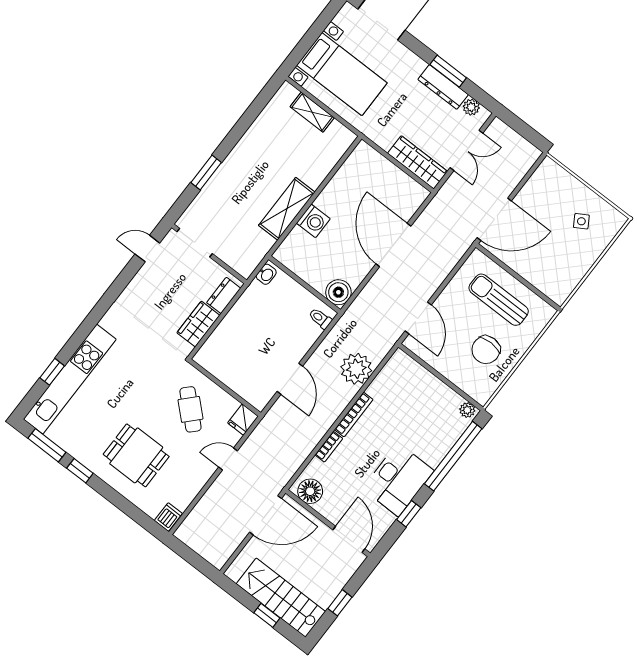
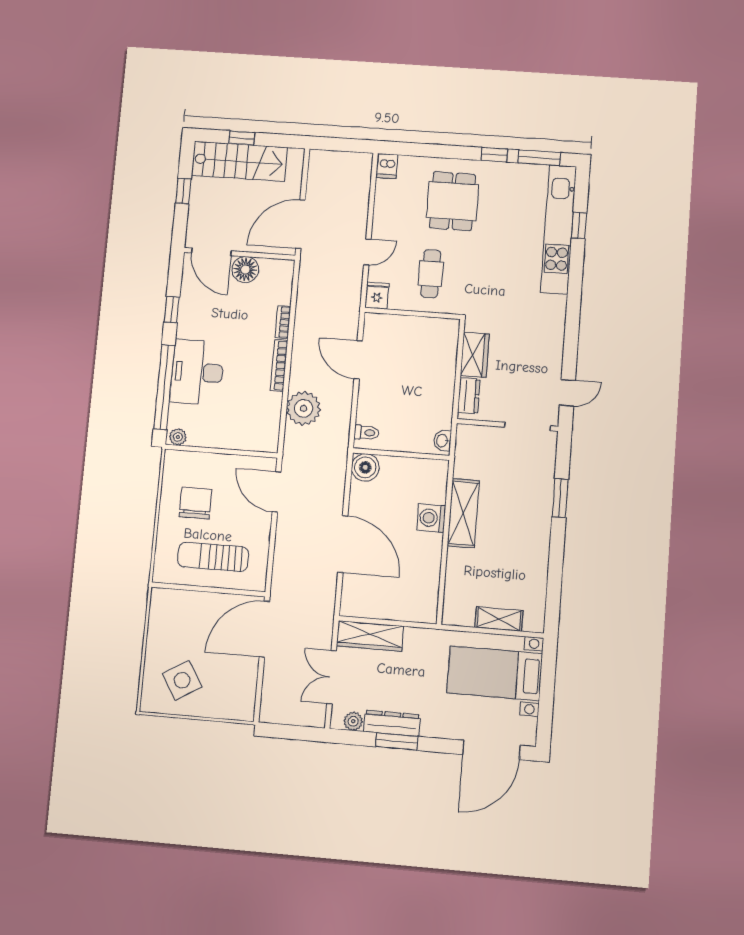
side table: (581, 221) -> (182, 680), width x1.87, depth x1.87
sun lounger: (499, 300) -> (213, 557), turned 180
cafe table: (190, 409) -> (431, 274), turned 47
dining table: (136, 455) -> (452, 201), turned 90
desk: (398, 480) -> (197, 372), moved
floor lamp: (310, 491) -> (245, 269), moved

